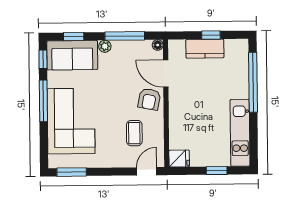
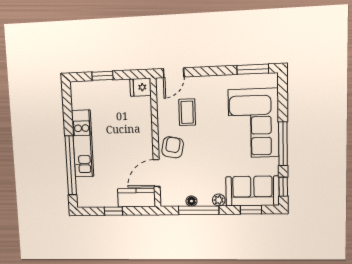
floor lamp: (158, 45) -> (191, 201), moved
kitchen counter: (205, 49) -> (136, 198), moved
door: (166, 74) -> (157, 173), swing flipped
kitchen unit: (240, 133) -> (83, 144), moved

